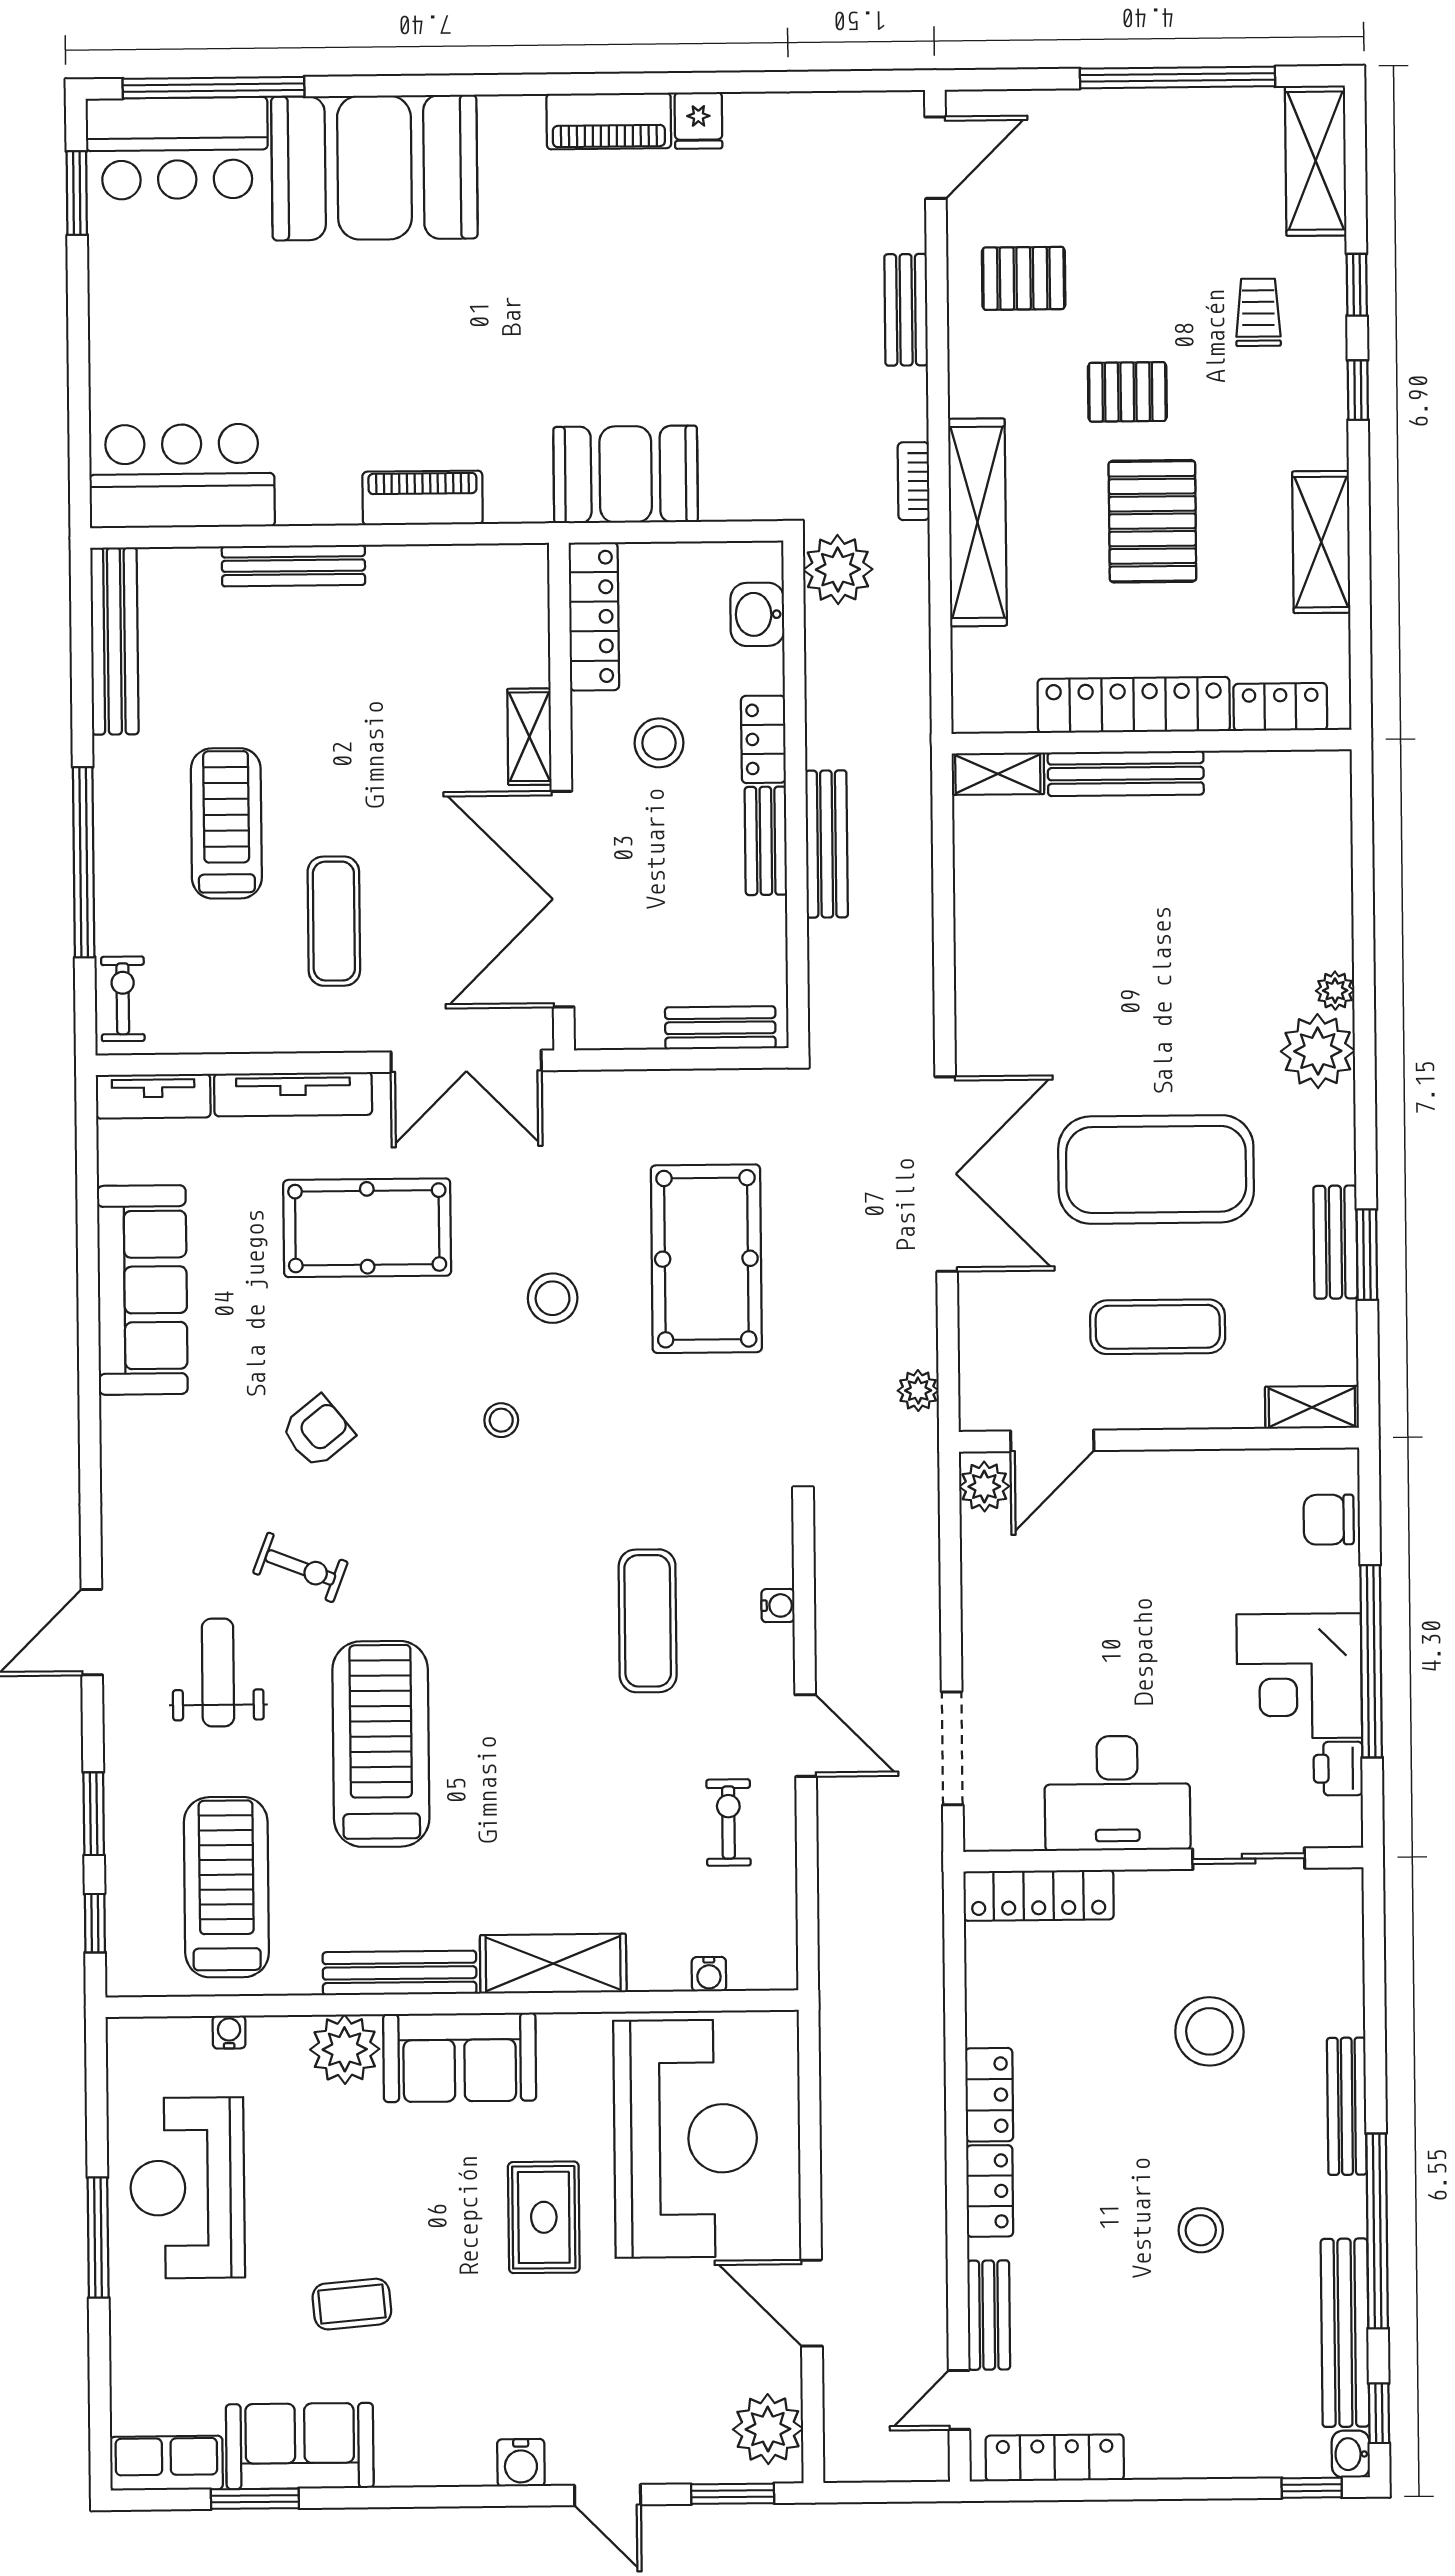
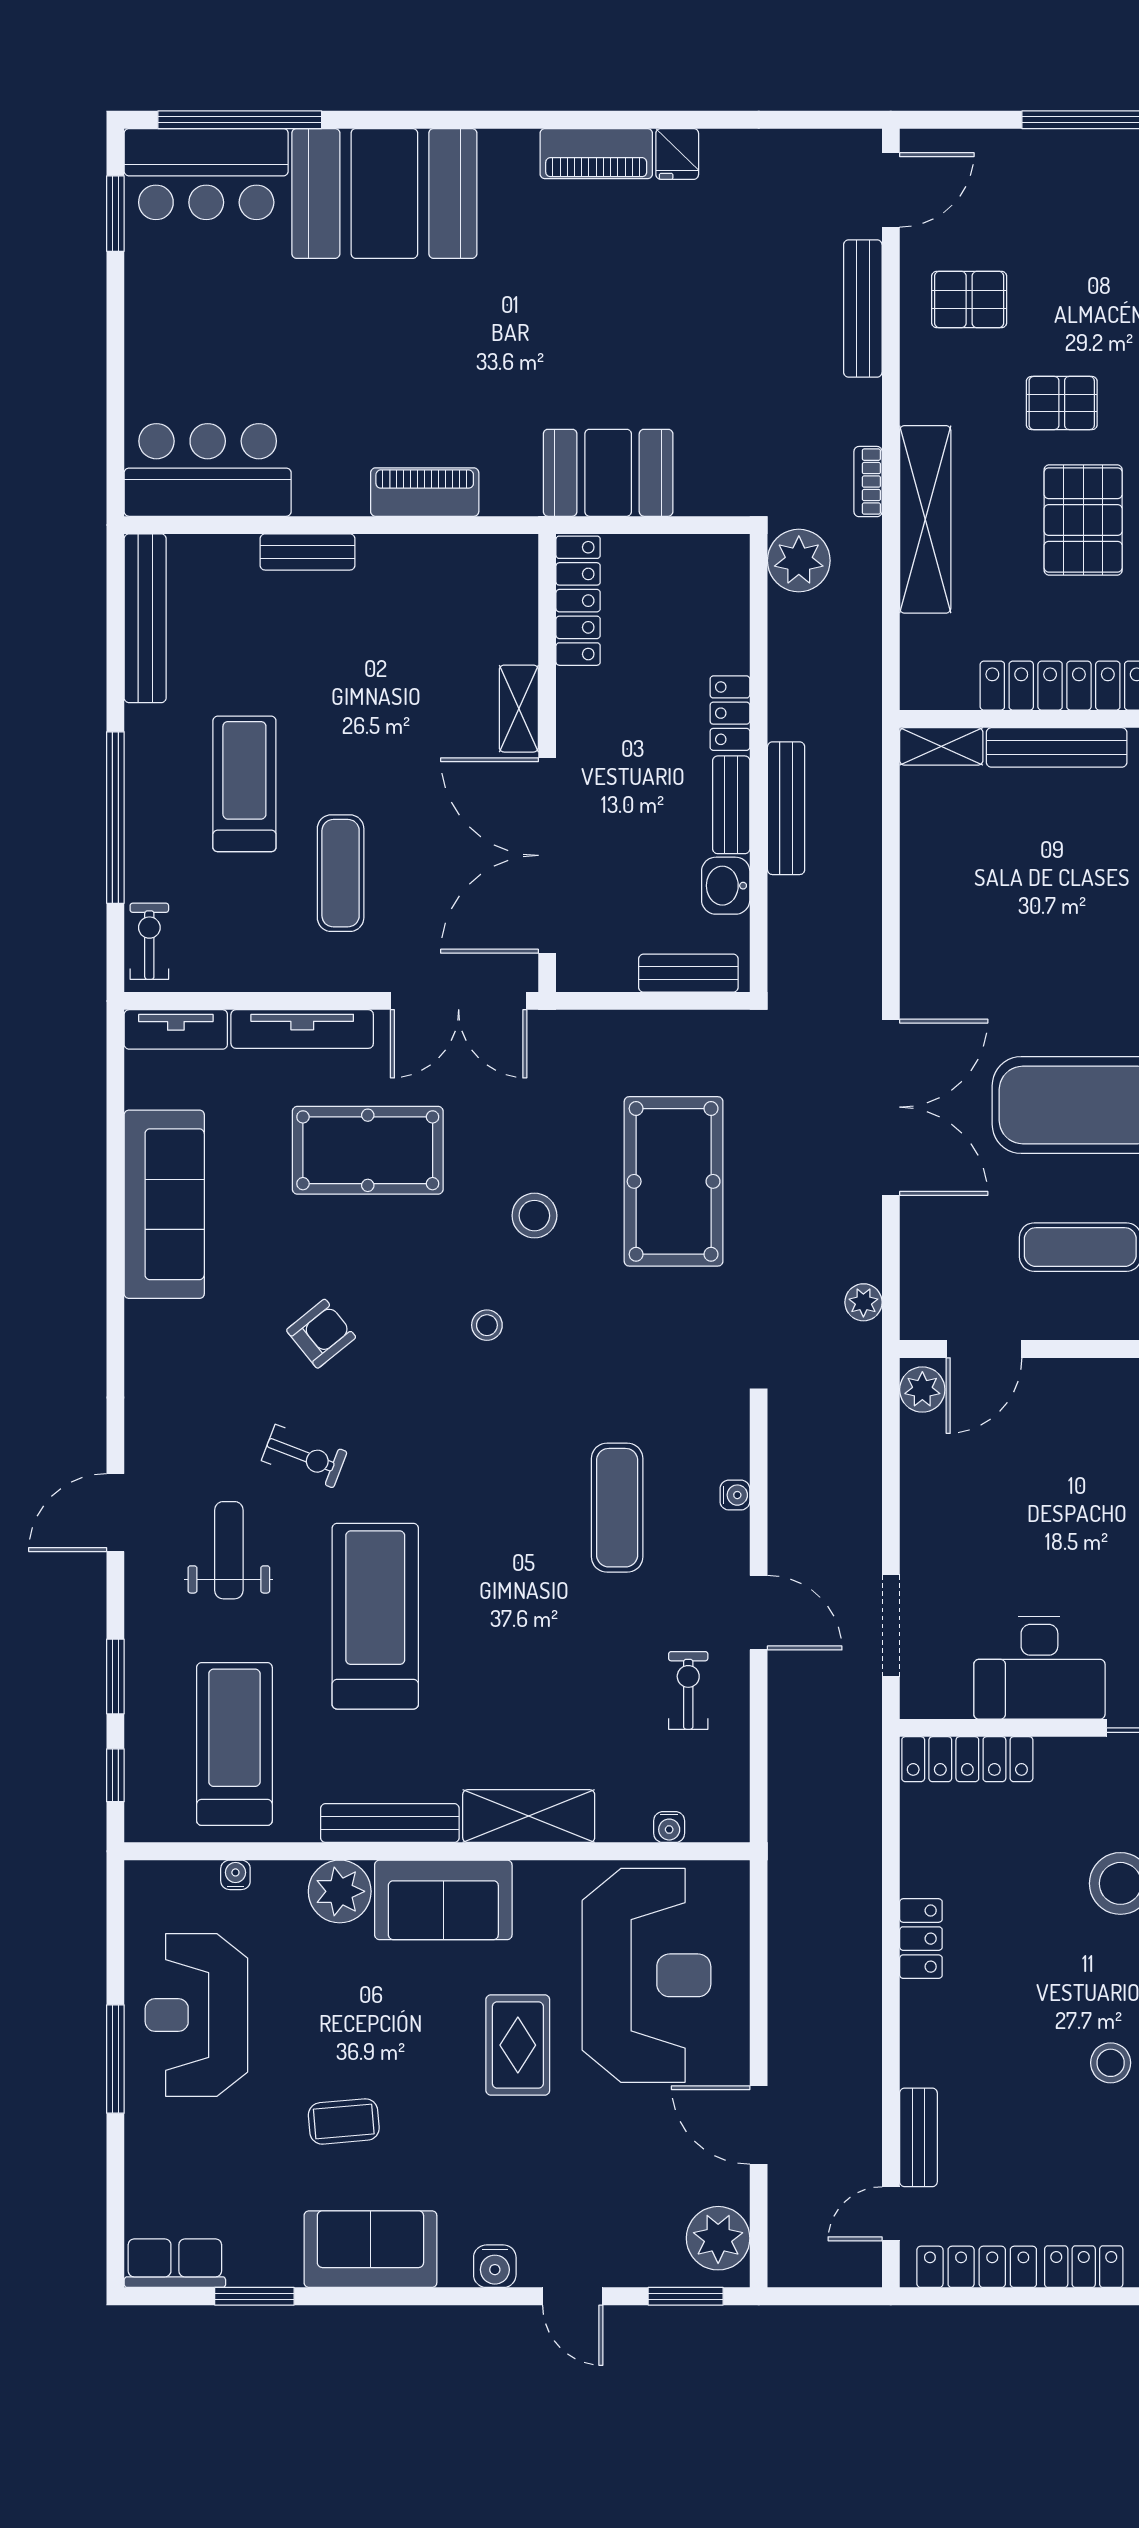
bench: (906, 310) -> (863, 309), width x1.36
bench: (293, 566) -> (307, 552), width x0.73
washbasin: (757, 614) -> (726, 886), moved
stool: (659, 743) -> (636, 715), removed
locker: (990, 2191) -> (1084, 2267), moved, turned -90
sofa: (300, 2446) -> (370, 2249), moved

